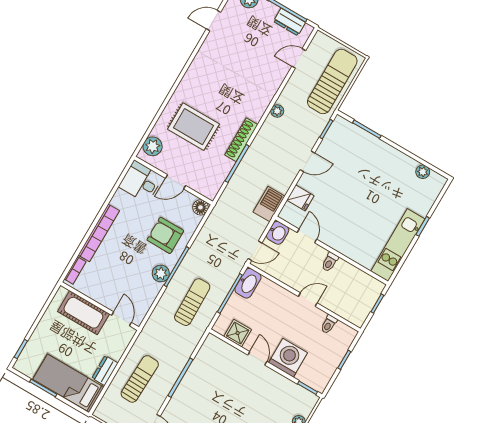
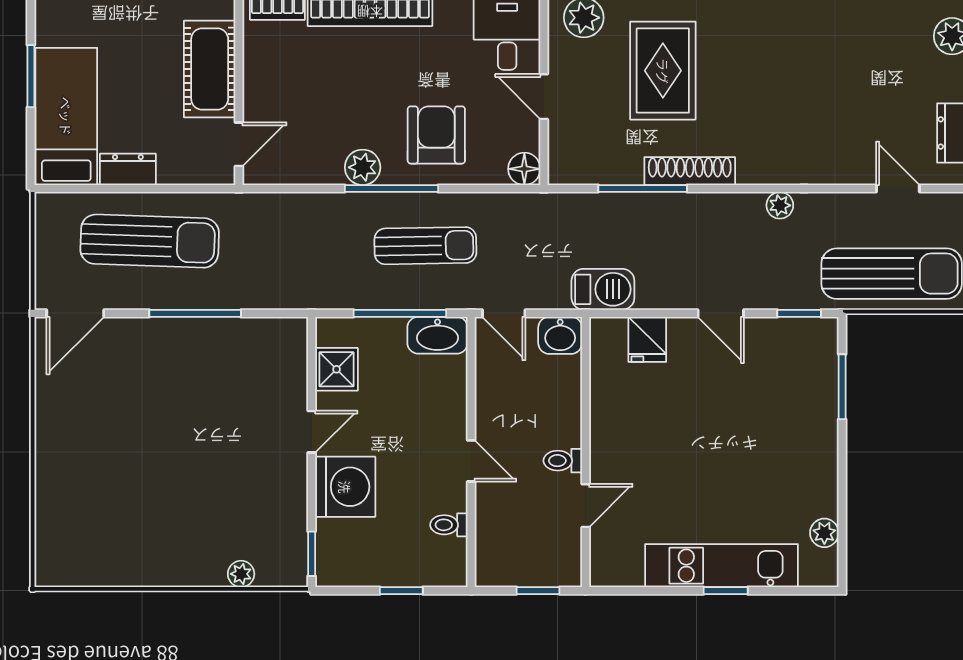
door: (307, 236) -> (586, 506), moved
kitchen unit: (398, 245) -> (721, 566), moved
sun lounger: (192, 302) -> (425, 246), moved
sun lounger: (140, 379) -> (150, 241), width x1.36, depth x1.34

